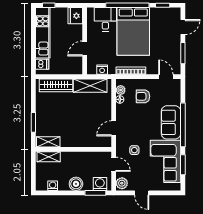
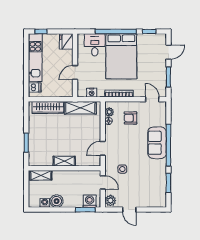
shelving: (48, 142) -> (64, 161), moved
corner sofa: (165, 161) -> (152, 180), removed
boiler: (76, 184) -> (57, 201), moved

